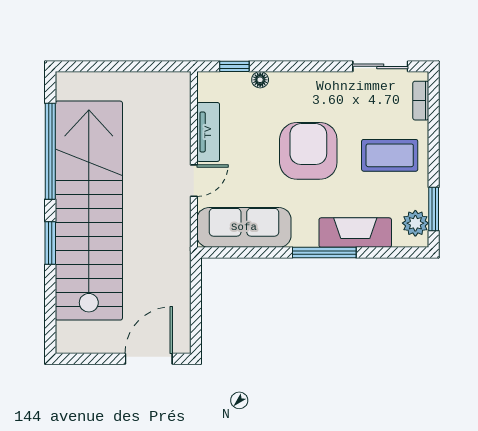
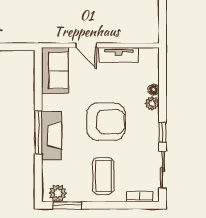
window: (234, 66) -> (162, 132), moved
plant: (281, 82) -> (152, 103), added
sofa: (244, 227) -> (55, 71), width x0.73
fireplace: (355, 233) -> (52, 136), moved

